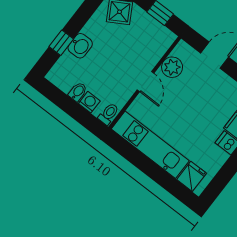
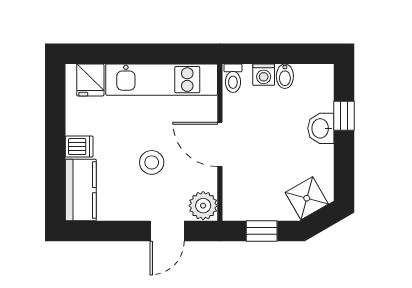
plant: (172, 67) -> (203, 206), moved
door: (146, 81) -> (220, 144), width x1.38
stool: (193, 102) -> (152, 162), added

